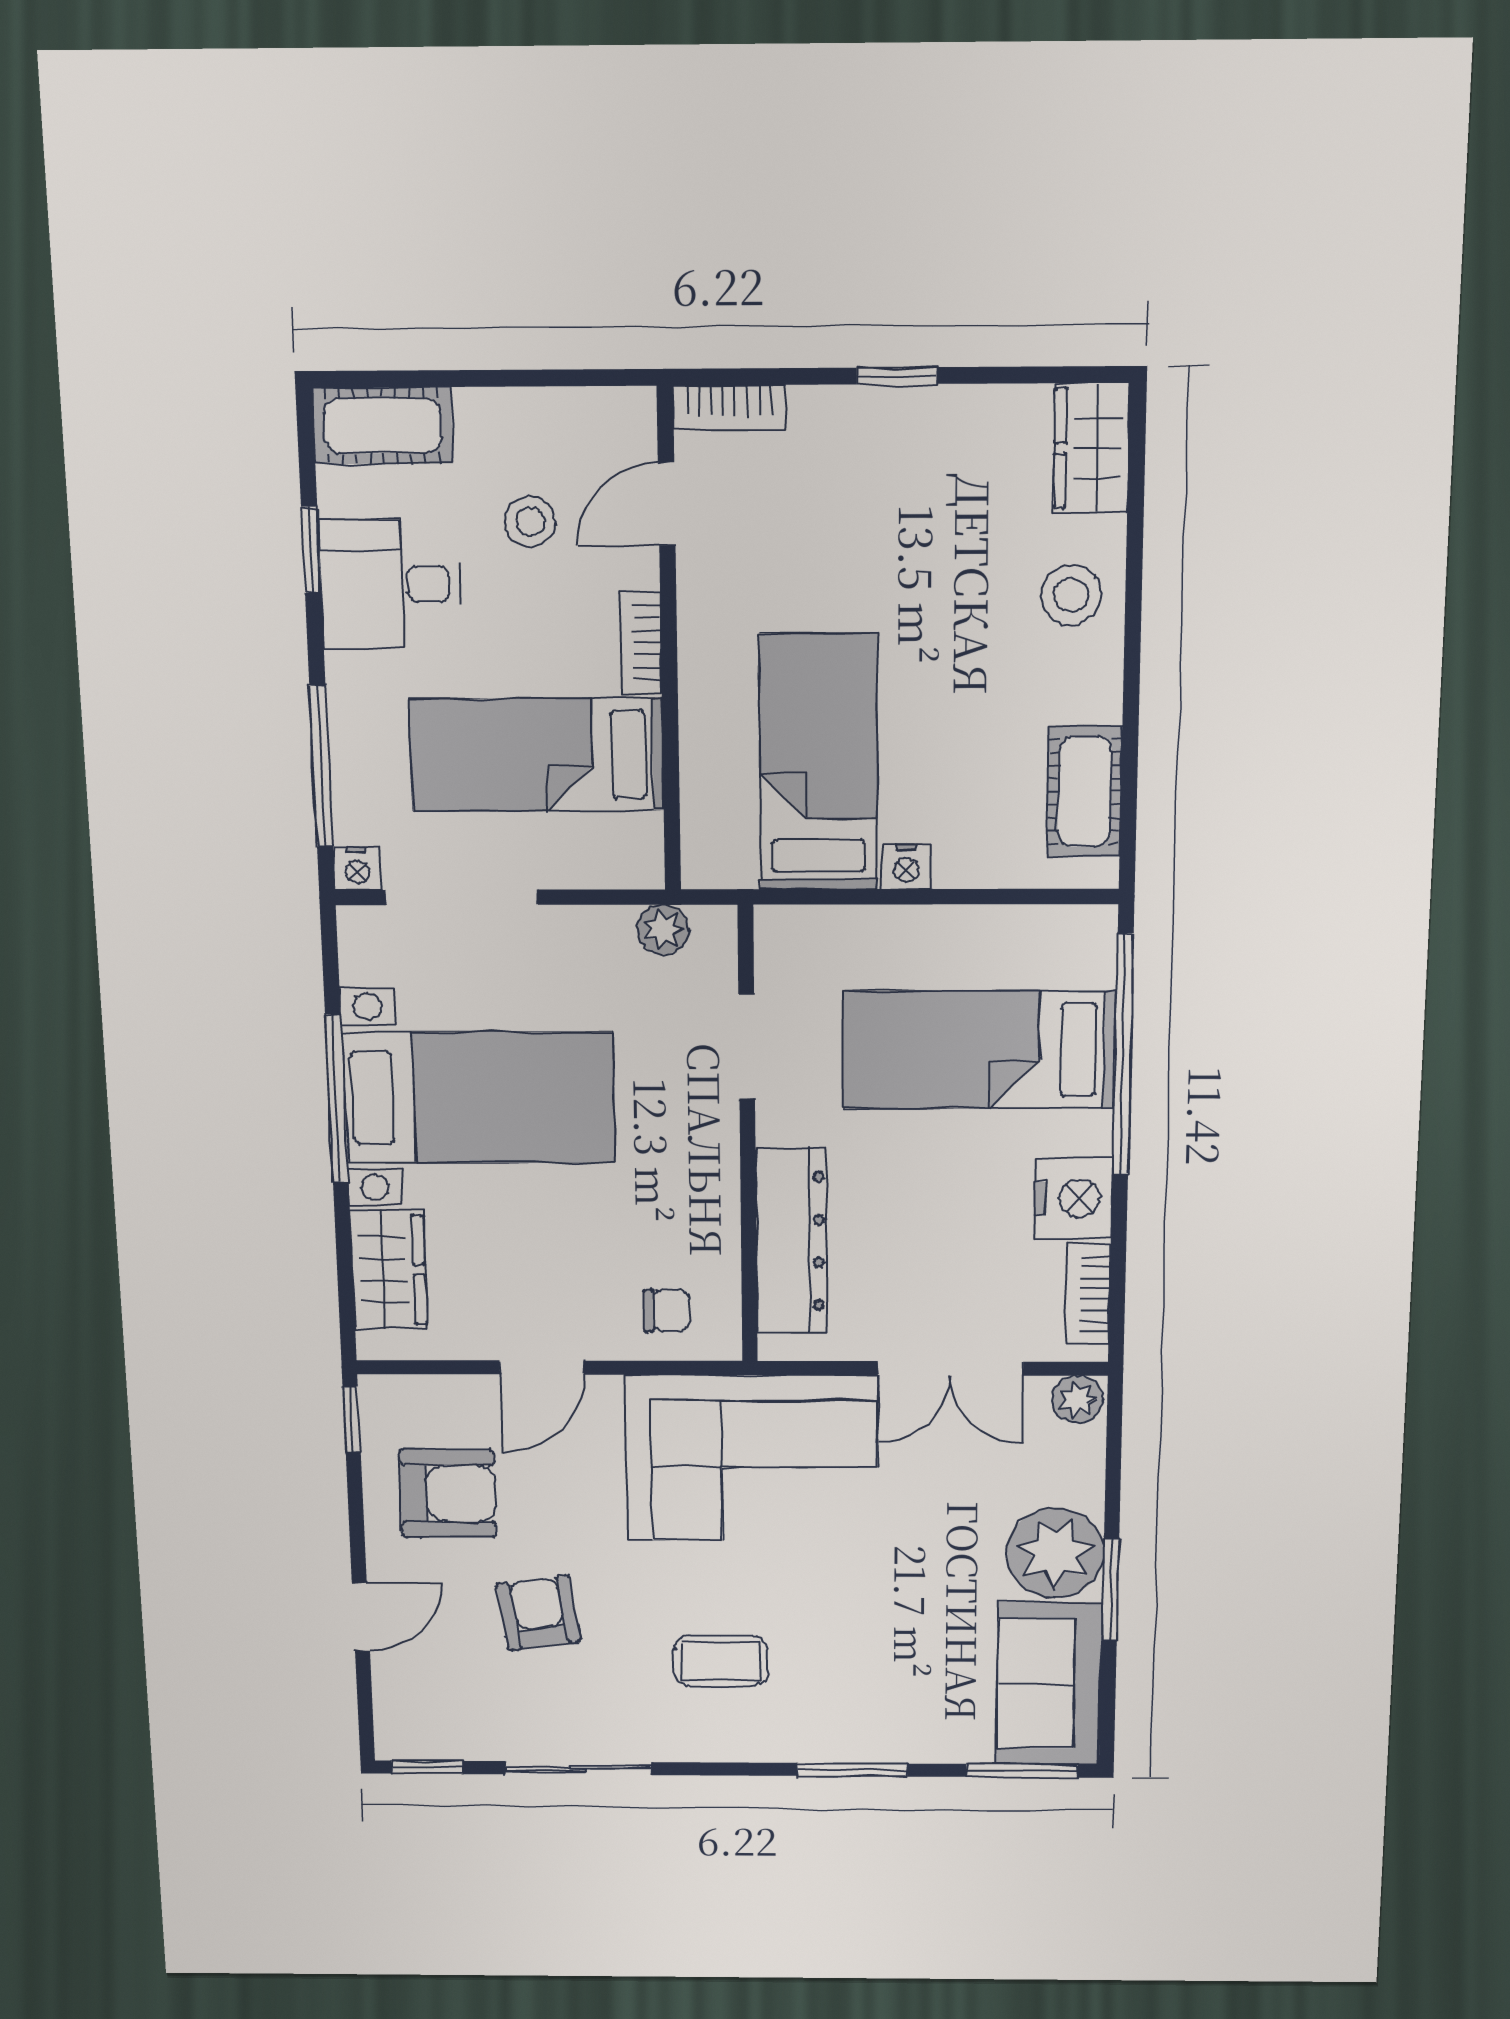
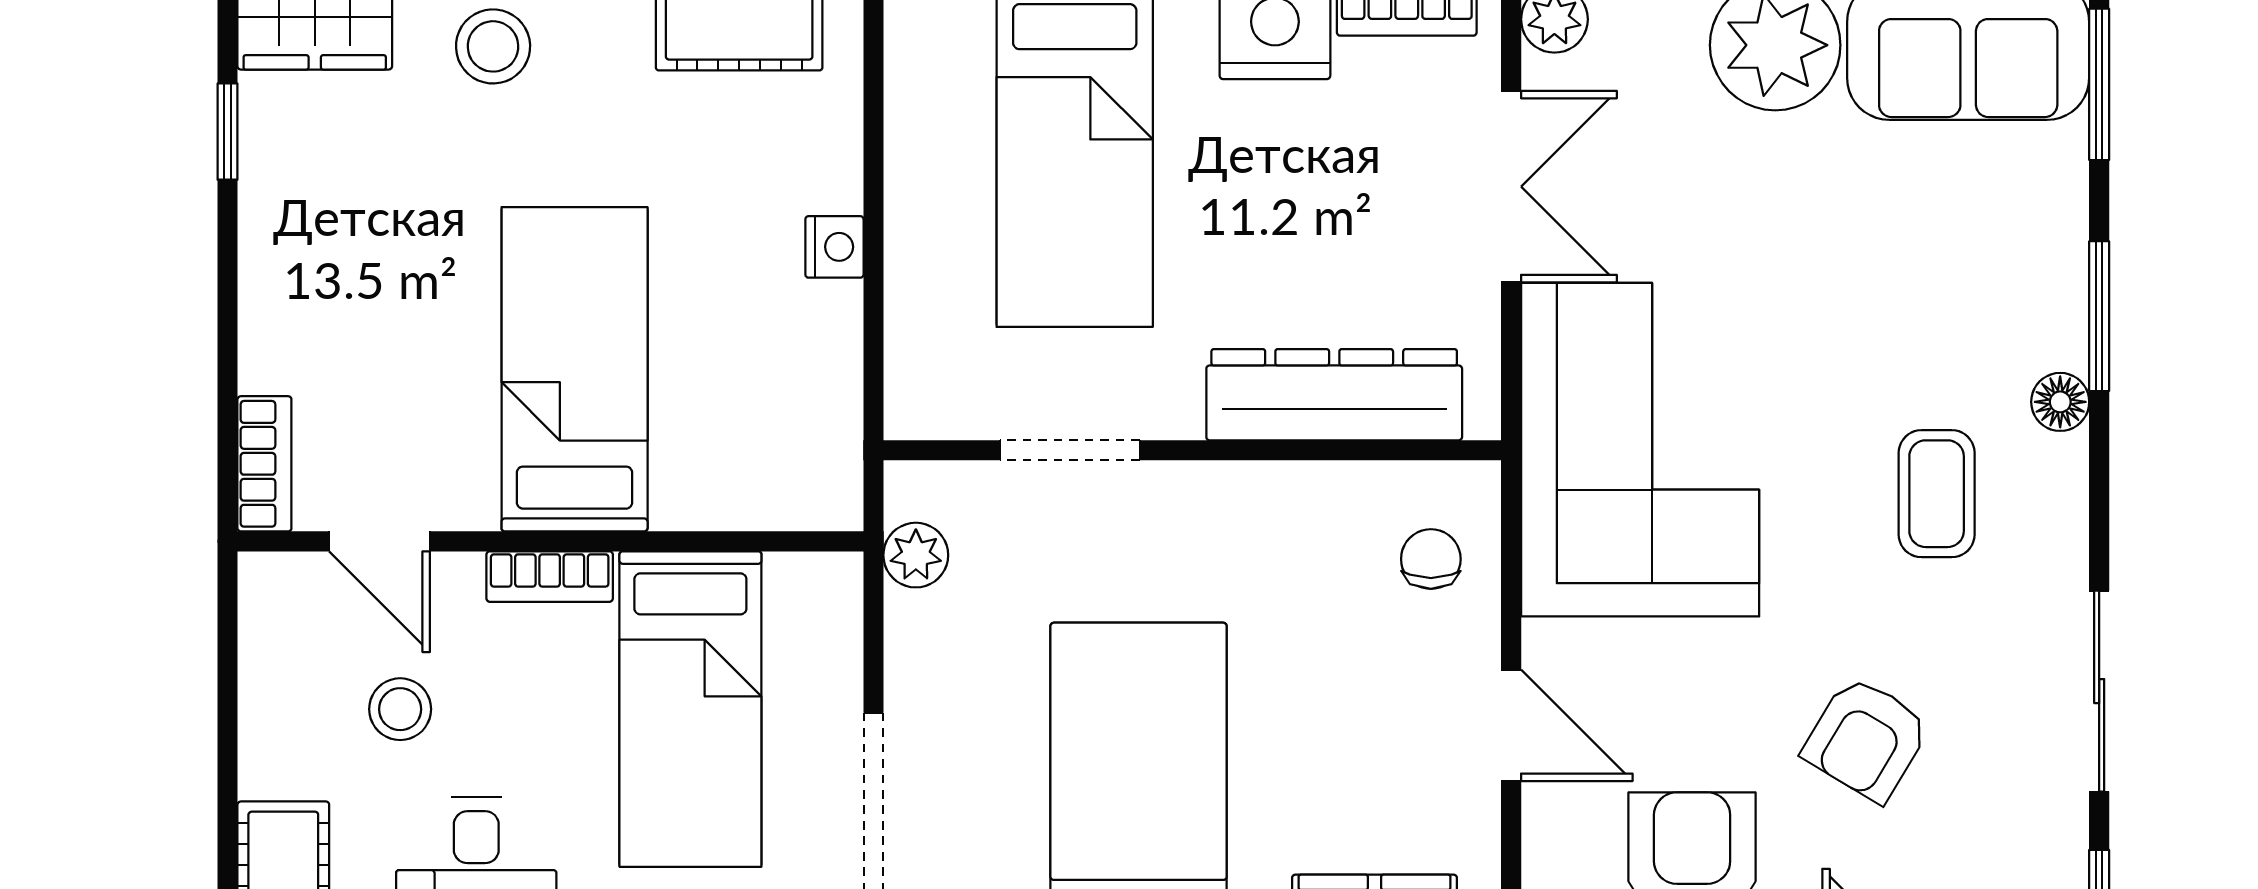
window: (897, 376) -> (227, 132), moved
bed: (818, 763) -> (575, 369), moved, turned 90
armchair: (539, 1613) -> (1866, 739), turned -50
floor lamp: (789, 1744) -> (2060, 402), added

